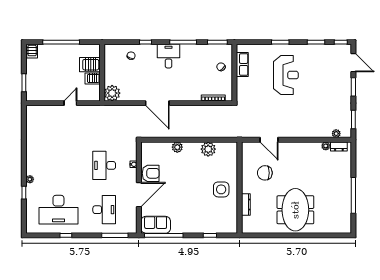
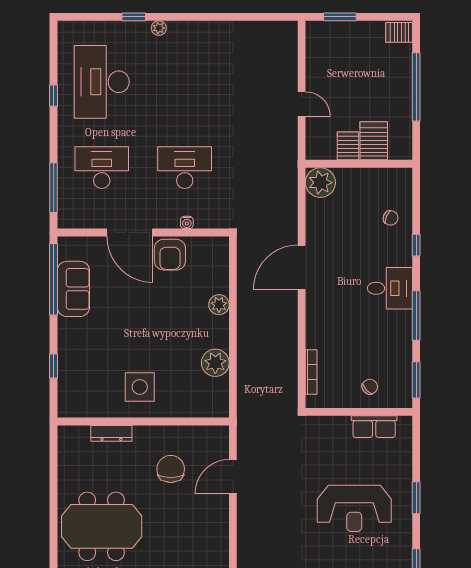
desk: (104, 210) -> (102, 168), turned 180
sofa: (156, 225) -> (73, 289), moved

